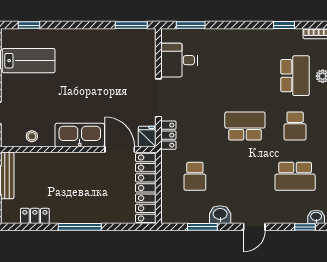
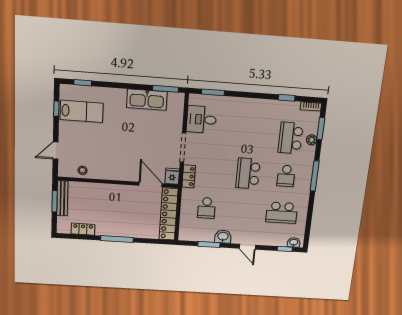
school desk: (295, 76) -> (291, 138), turned 180
school desk: (245, 126) -> (248, 173), turned -90
kitchen sink: (80, 135) -> (147, 100), moved, turned 180
door: (254, 227) -> (247, 247), hinge flipped

